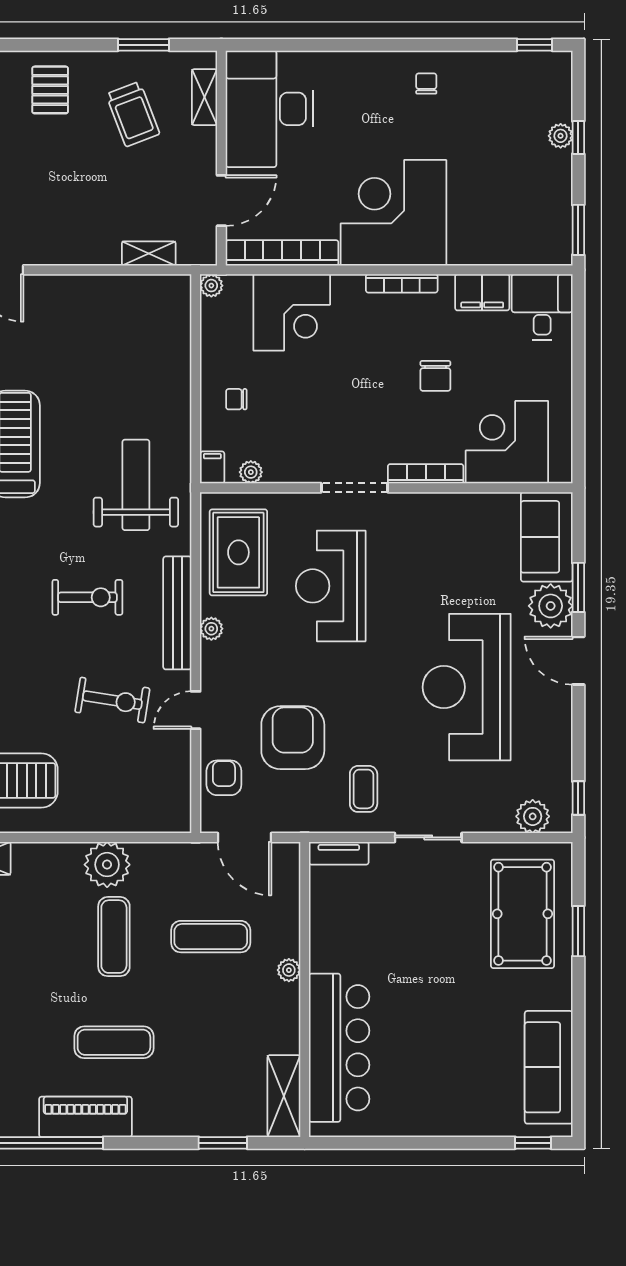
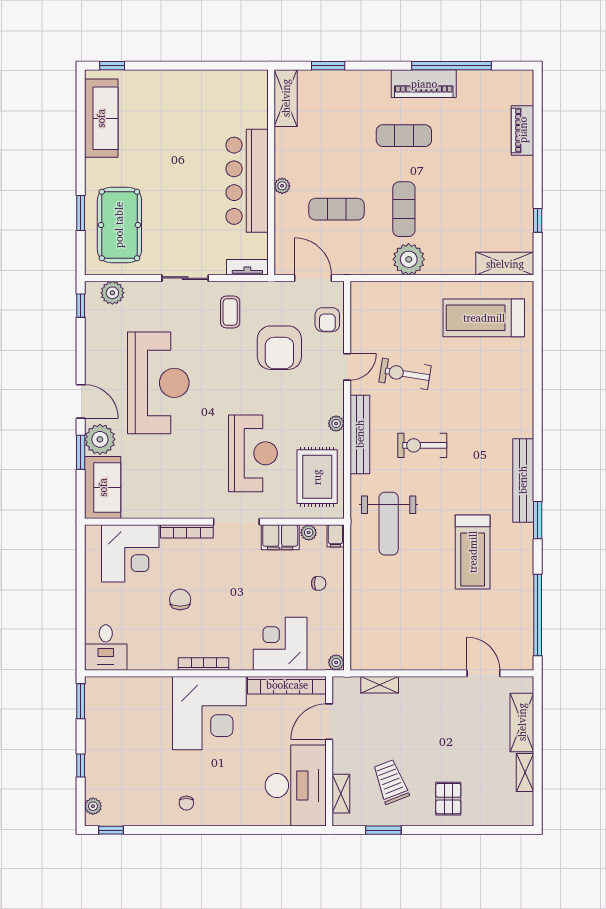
plant: (561, 136) -> (93, 806), moved
filing cabinet: (482, 292) -> (280, 537), moved, turned 180
bar counter: (339, 1048) -> (247, 181), moved

